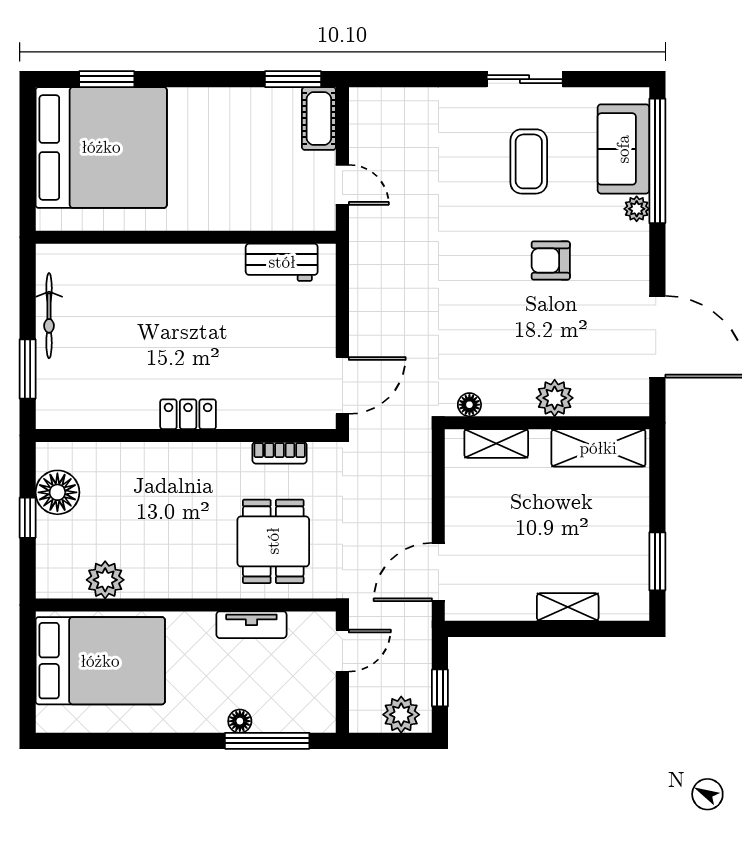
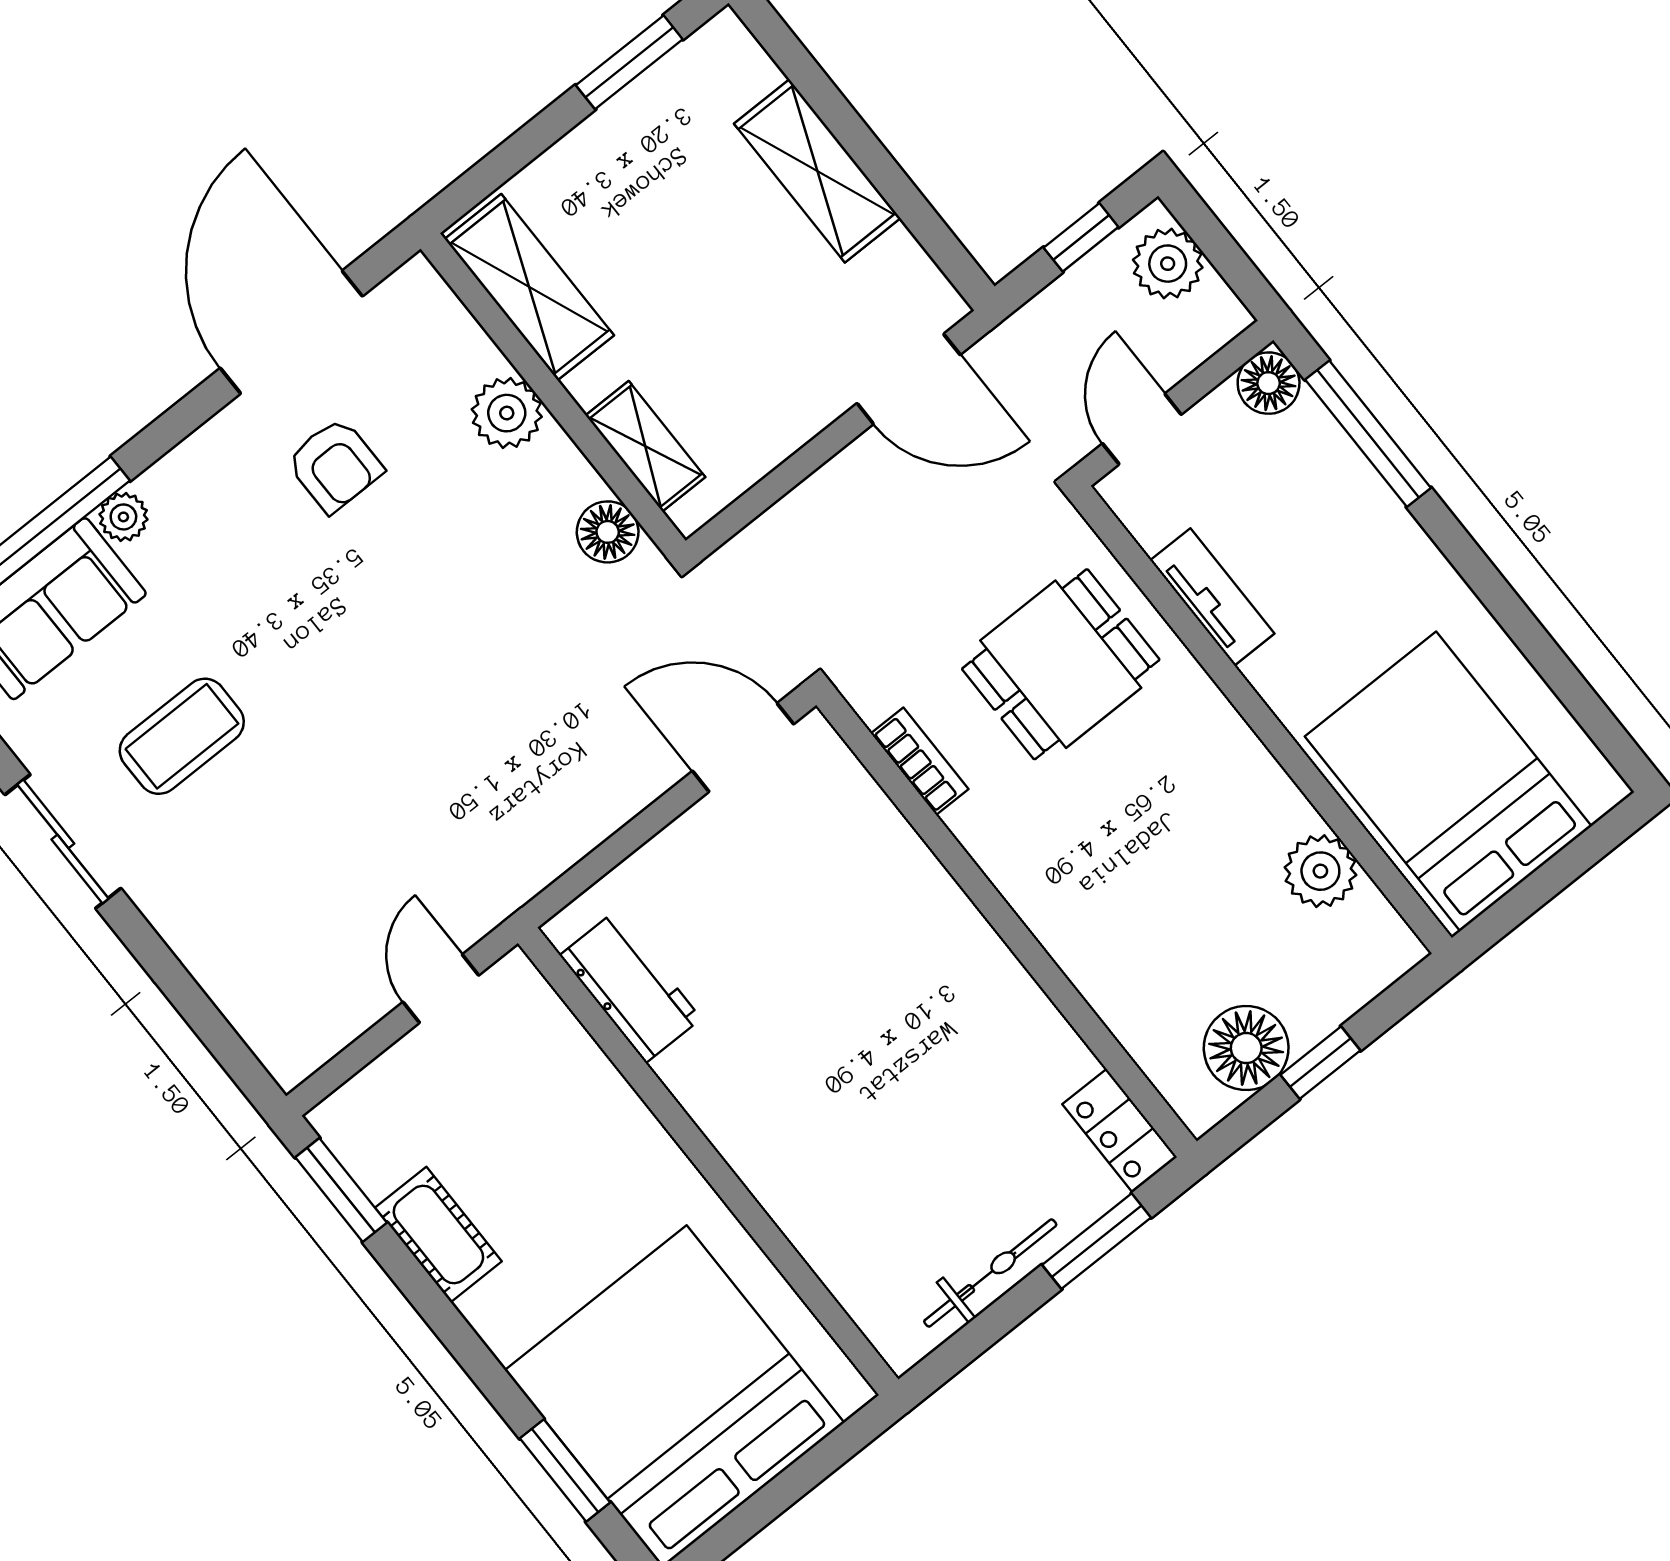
cot: (319, 118) -> (438, 1234), moved, turned 90
armchair: (551, 260) -> (335, 465), moved
floor lamp: (469, 405) -> (608, 532), width x1.37, depth x1.37
locker: (188, 414) -> (1120, 1131), moved
shelving: (568, 607) -> (817, 171), width x1.50, depth x1.33
door: (342, 651) -> (1142, 429), hinge flipped
floor lamp: (240, 721) -> (1269, 383), moved, width x1.37, depth x1.37

